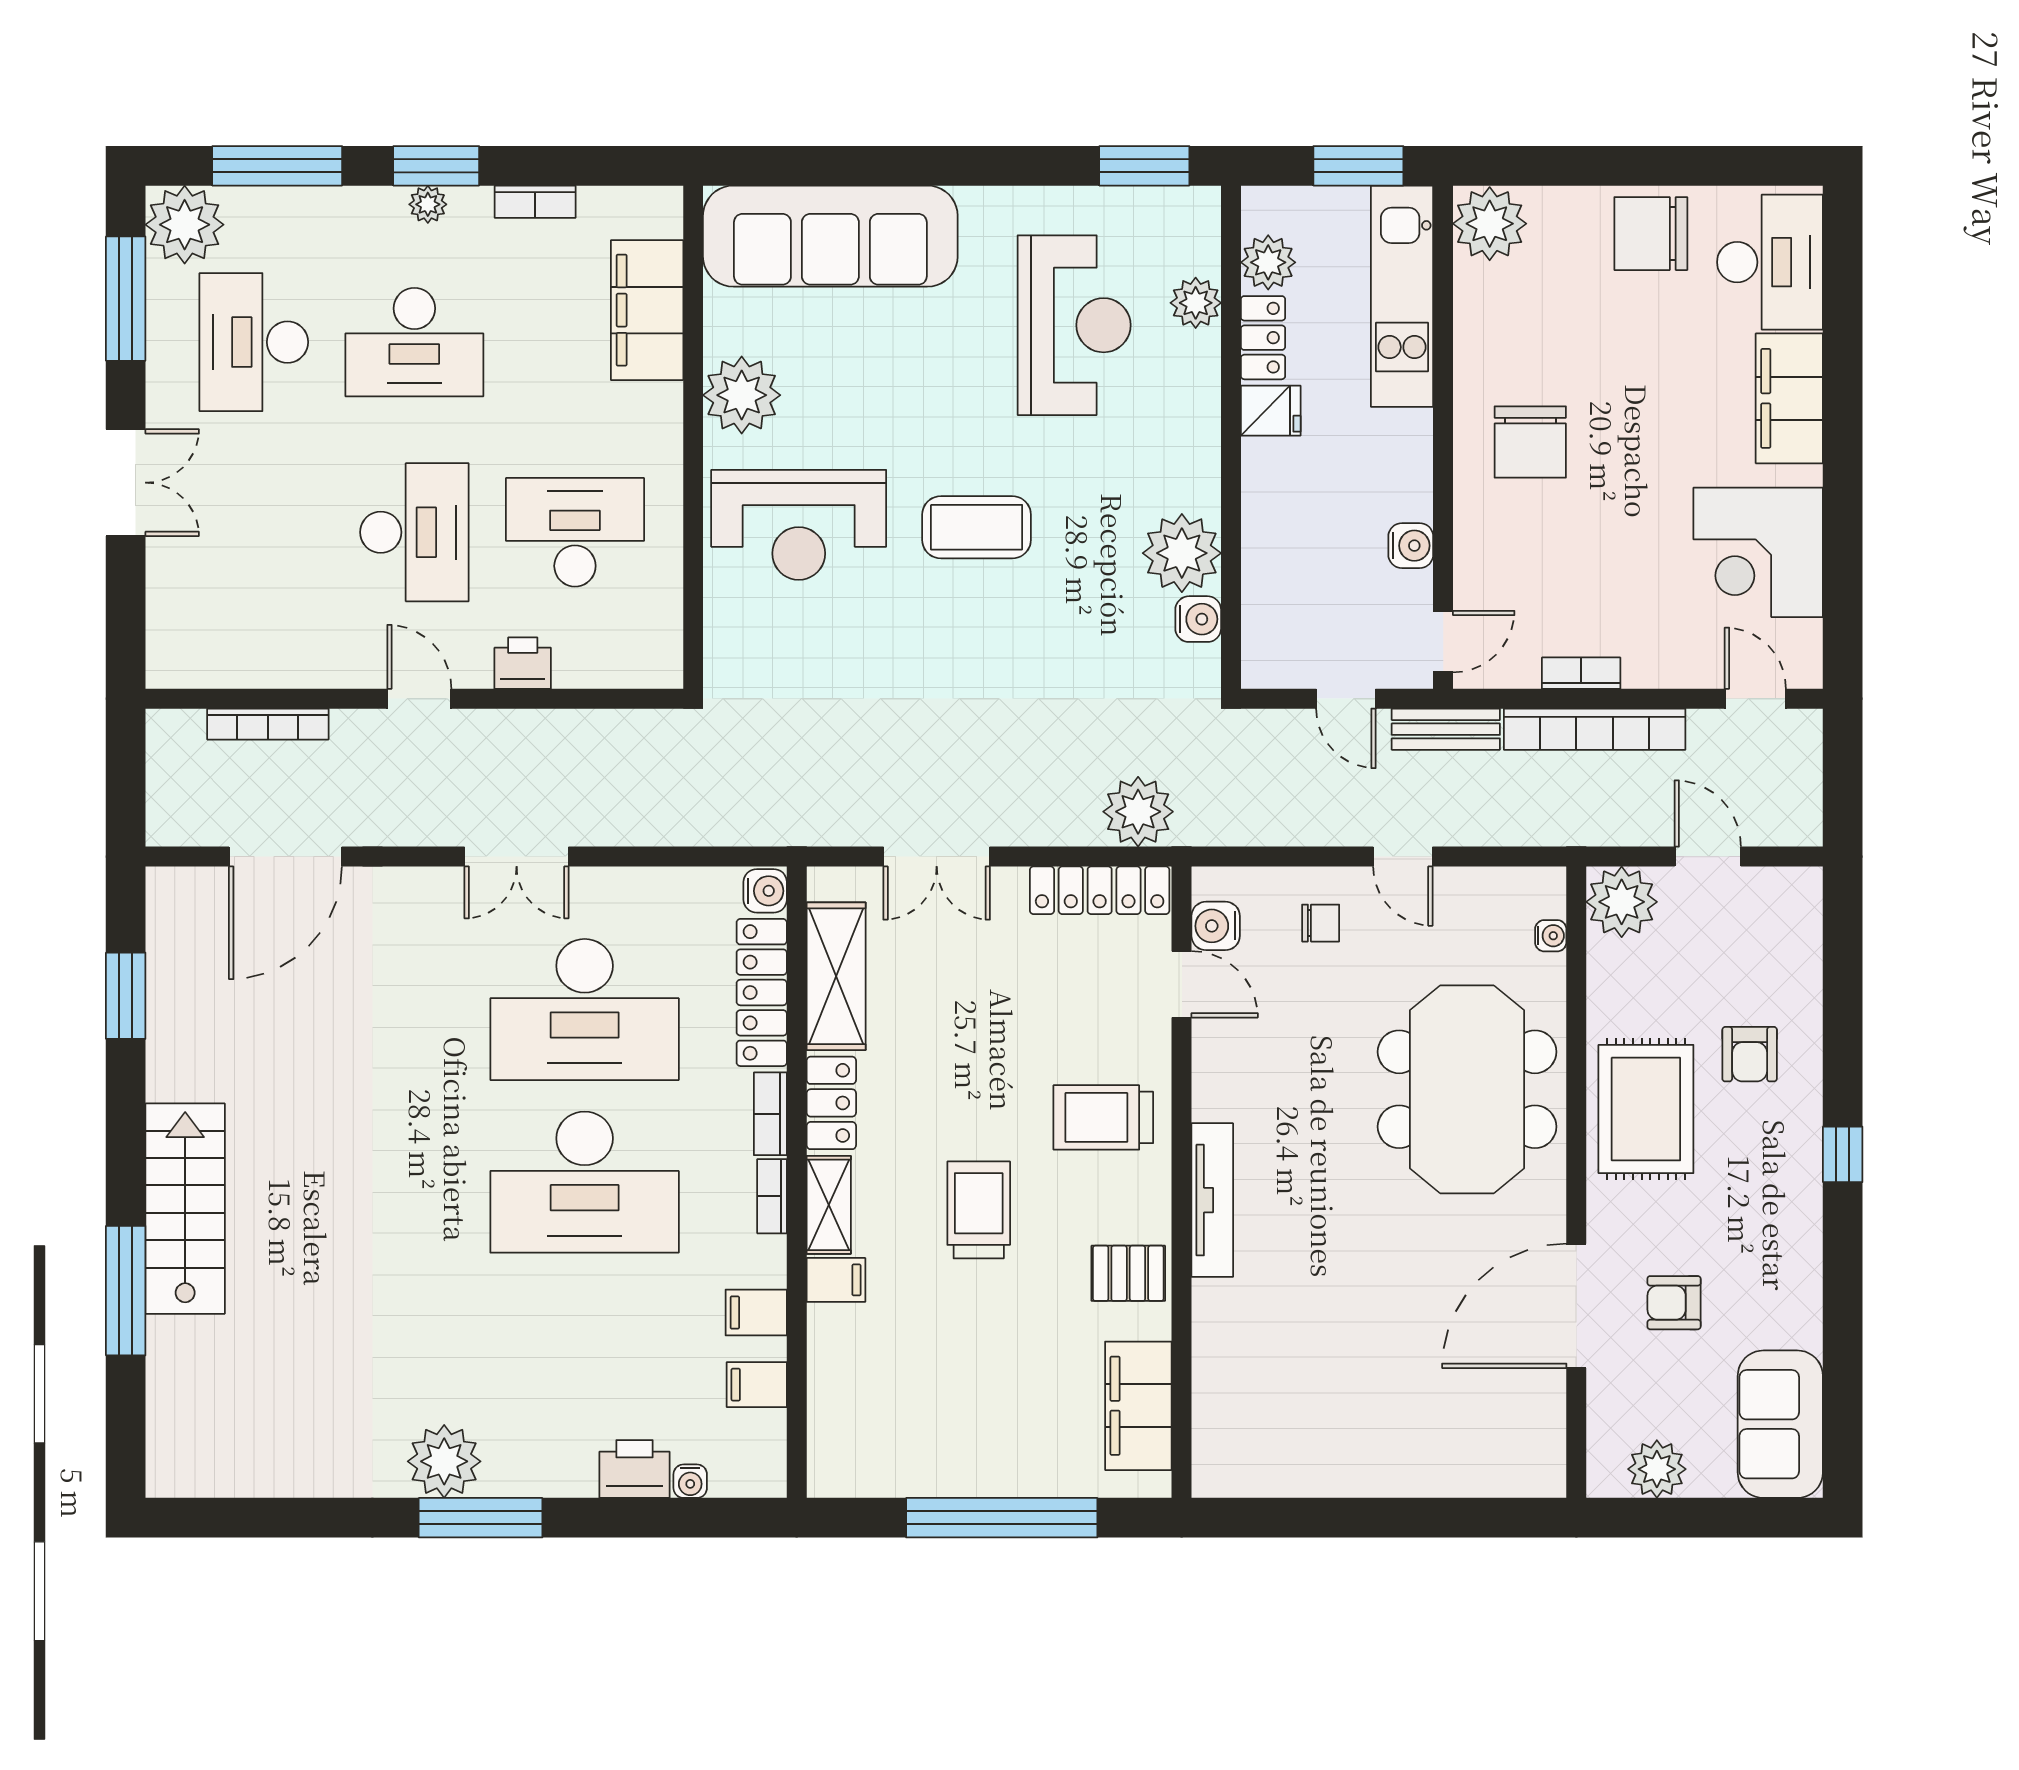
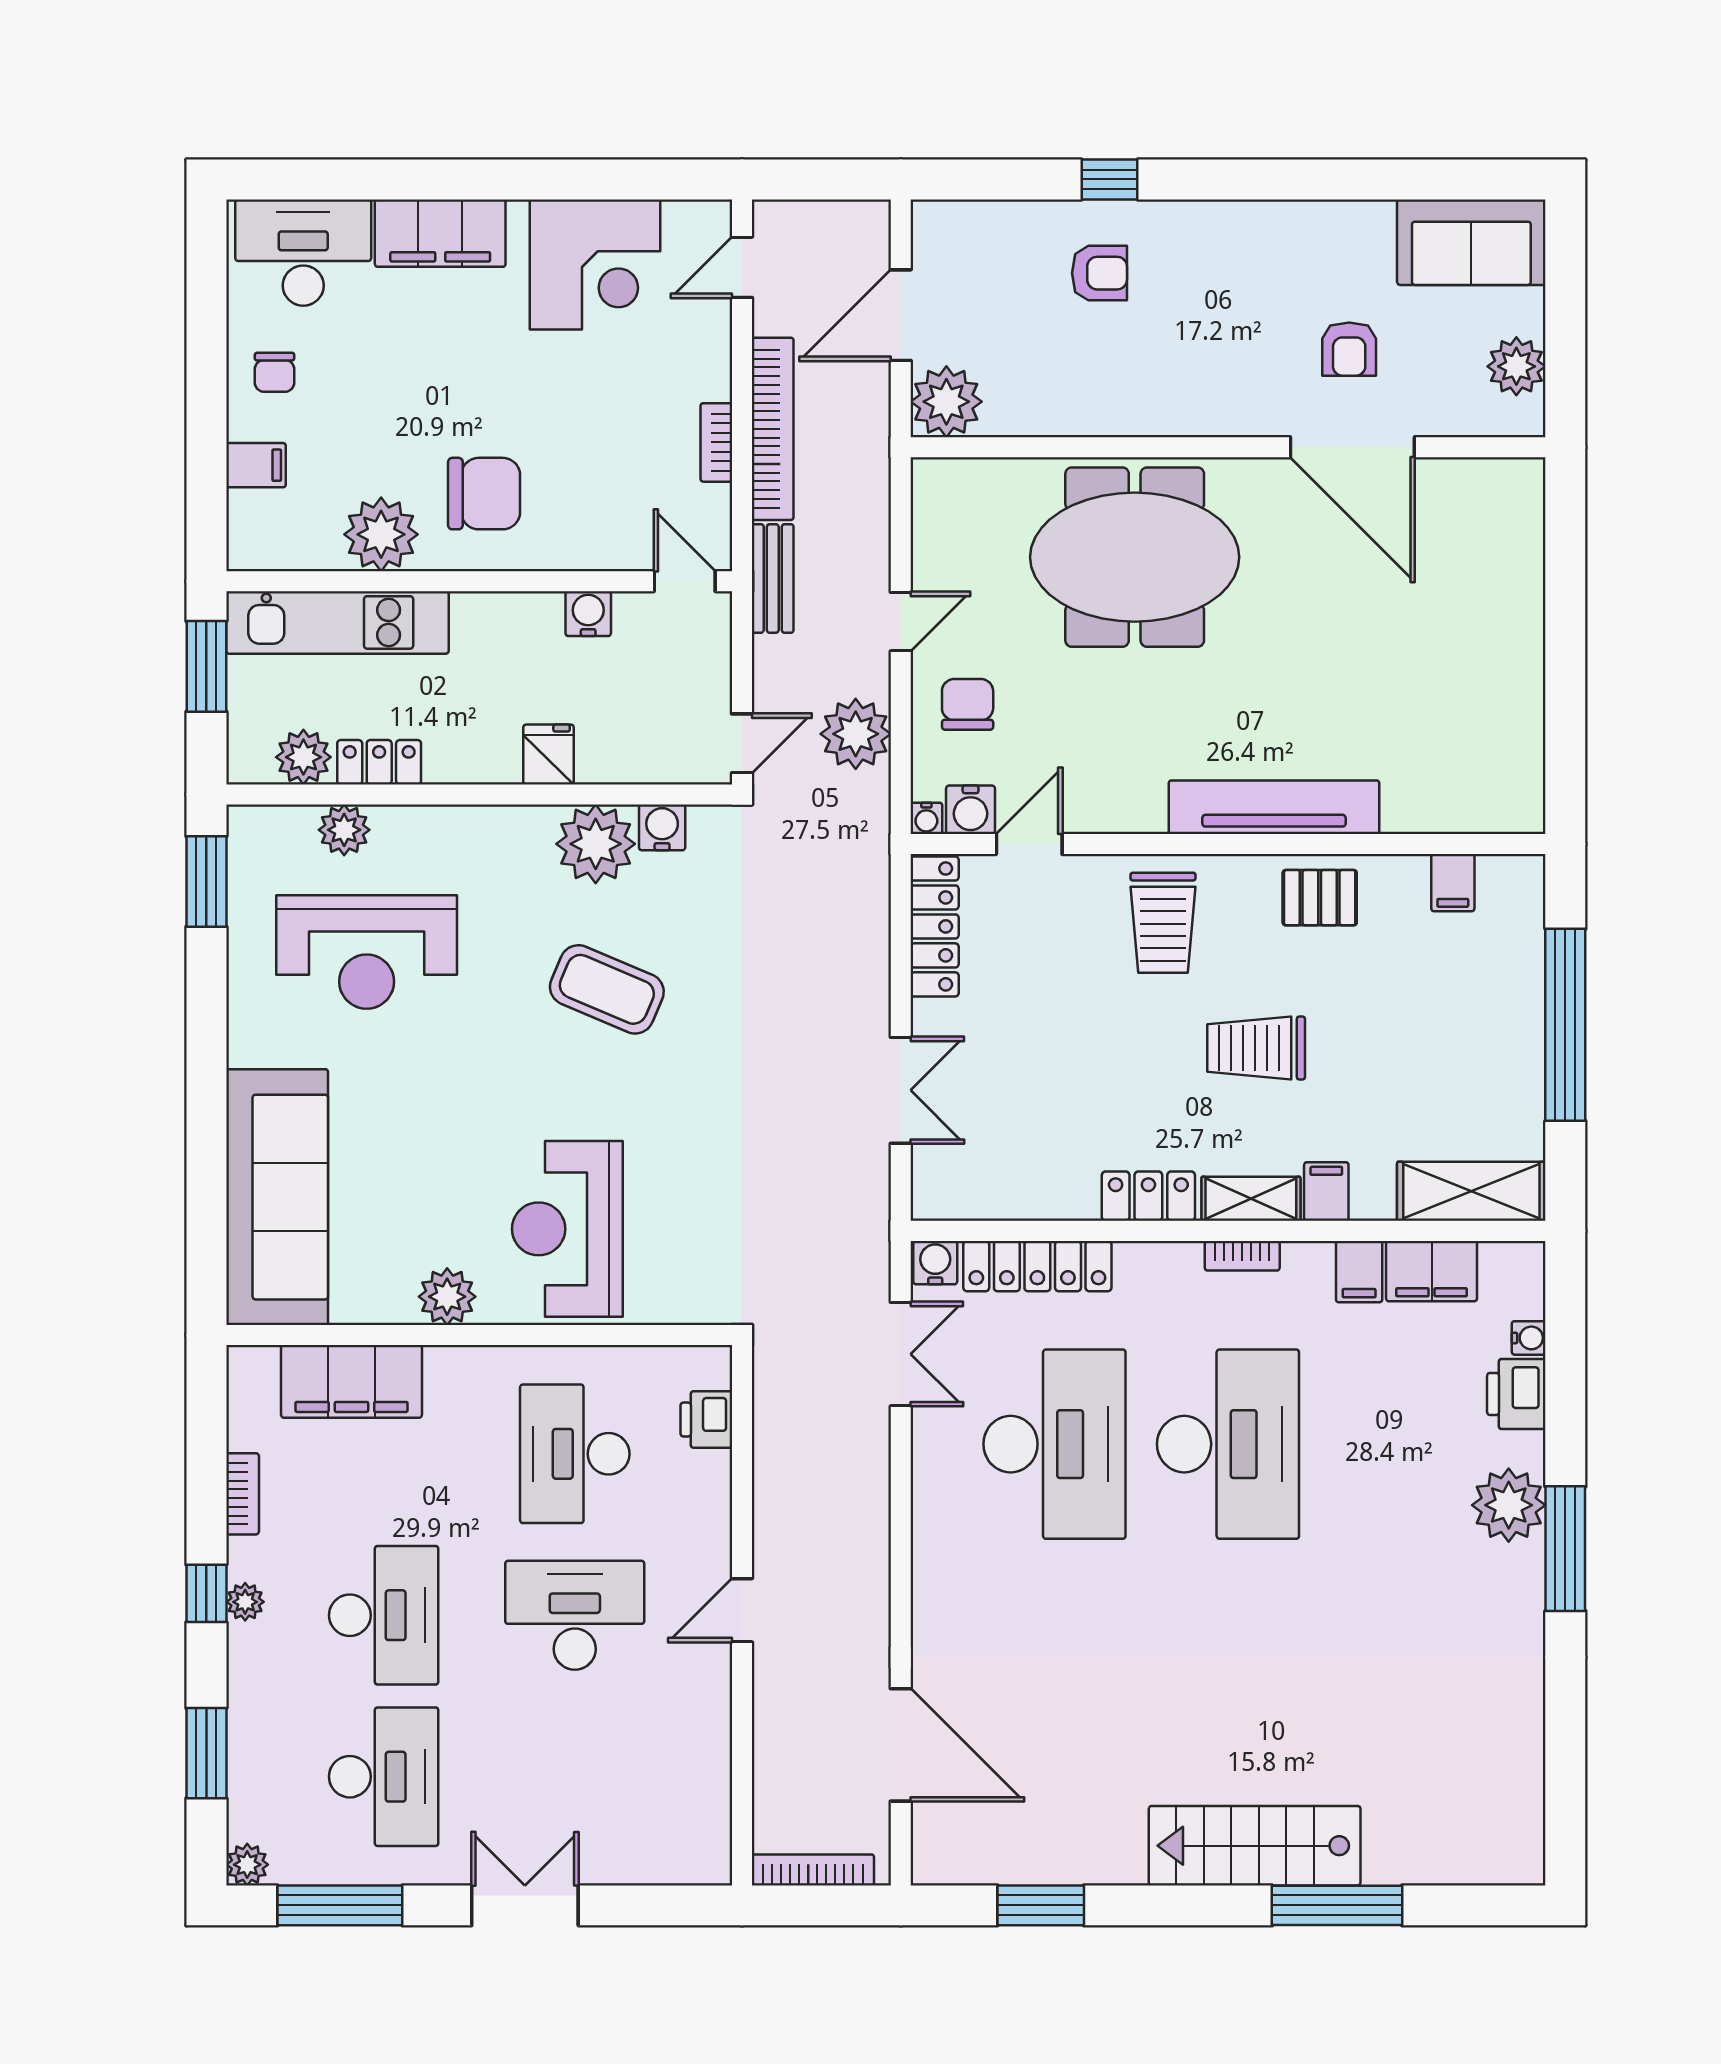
window: (277, 166) -> (206, 1753), width x0.69
window: (436, 166) -> (206, 1593), width x0.67
filing cabinet: (1558, 215) -> (256, 465), added
plant: (1490, 224) -> (381, 534), moved
plant: (185, 225) -> (247, 1865), width x0.53, depth x0.53
chair: (1651, 234) -> (275, 372), width x0.54, depth x0.54
reception desk: (1074, 325) -> (367, 952), turned 180
desk: (254, 342) -> (384, 1777), turned -90
plant: (742, 395) -> (447, 1297), width x0.73, depth x0.73
fridge: (1271, 411) -> (548, 755), moved
reception desk: (799, 525) -> (567, 1229), turned 180
coffee table: (977, 527) -> (607, 989), moved, turned -67
printer: (523, 663) -> (706, 1419), moved
door: (1346, 699) -> (742, 743), moved
bookcase: (268, 724) -> (813, 1870), moved, turned -90
plant: (1138, 812) -> (856, 734), moved
double door: (517, 857) -> (901, 1354), moved
door: (1708, 857) -> (901, 315), width x1.38
chair: (1321, 923) -> (968, 704), width x1.37, depth x1.37
water cooler: (1551, 936) -> (926, 818), moved, turned 180
shelving: (836, 976) -> (1471, 1191), moved
rug: (1646, 1109) -> (1155, 377), removed
bookcase: (770, 1114) -> (1159, 1257), removed
window: (1843, 1154) -> (1110, 179), moved
tv unit: (1212, 1200) -> (1274, 807), width x1.36, depth x1.29
pallet: (1128, 1273) -> (1320, 898), turned 90
filing cabinet: (757, 1385) -> (1432, 1271), width x2.00
filing cabinet: (1138, 1406) -> (1453, 883), width x0.33, depth x0.86
plant: (444, 1461) -> (1509, 1505), moved

